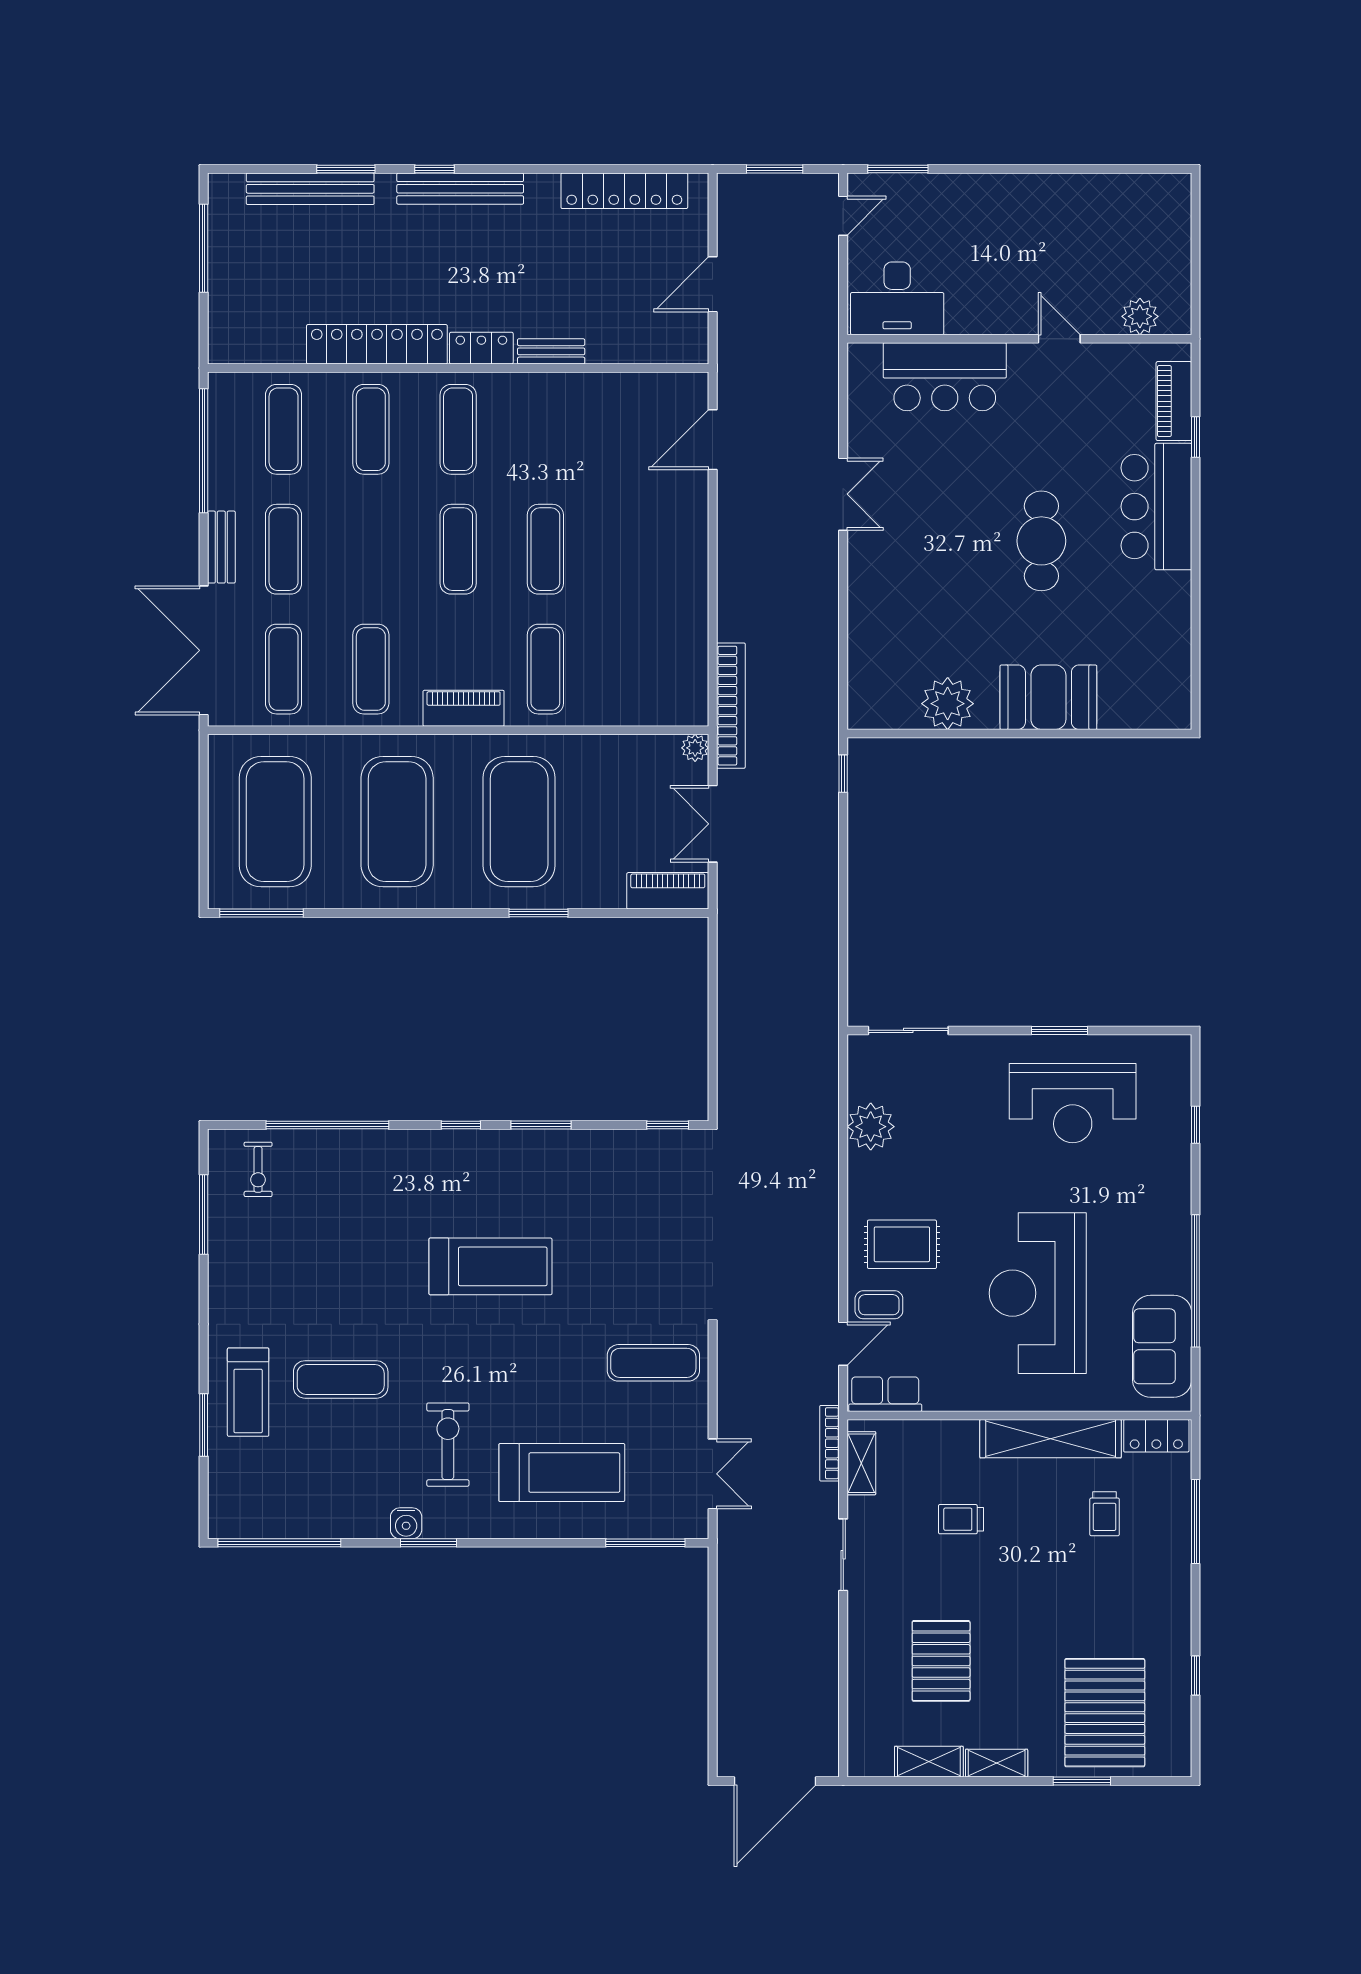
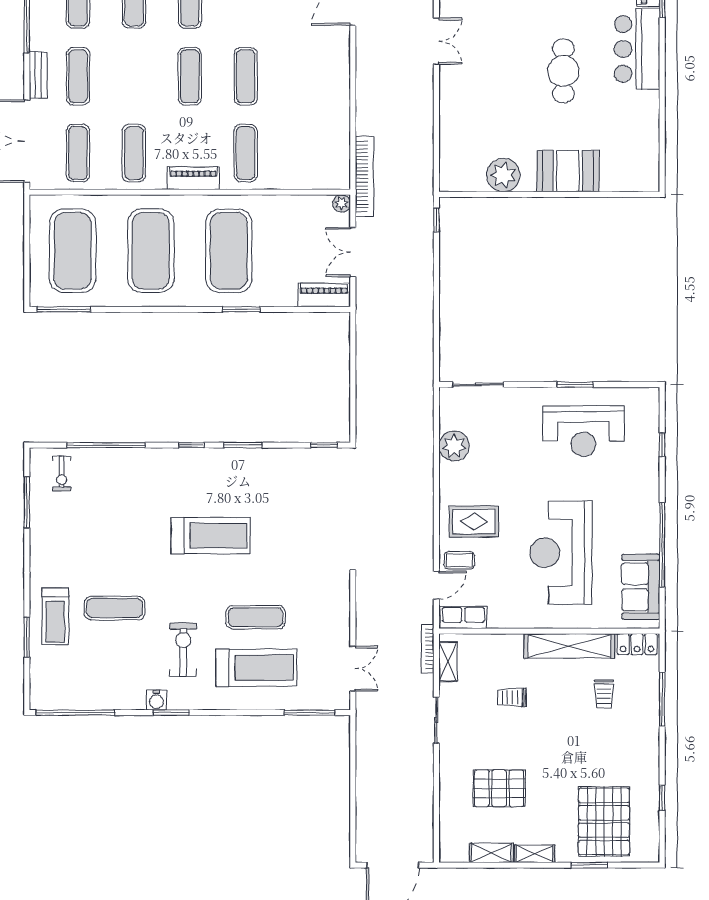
exercise mat: (653, 1363) -> (256, 617), moved
pallet: (941, 1661) -> (499, 788), turned 90

